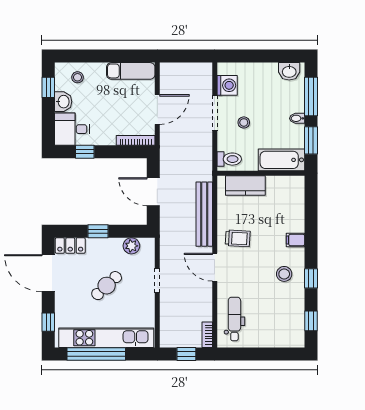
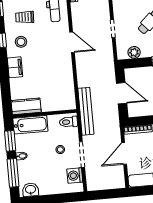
kitchen counter: (245, 185) -> (26, 106), moved
bench: (204, 214) -> (86, 111), moved
trolley: (238, 238) -> (25, 17), moved
filing cabinet: (295, 240) -> (15, 67), width x2.00

